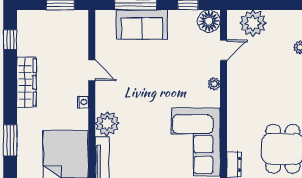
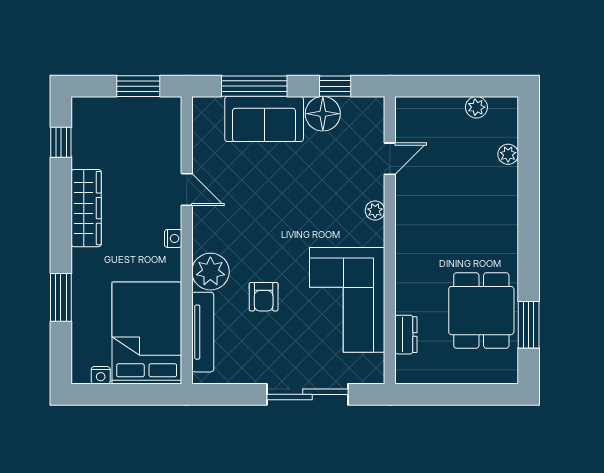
floor lamp: (209, 21) -> (323, 114), moved
plant: (253, 23) -> (476, 107), moved, width x0.53, depth x0.53
armchair: (142, 140) -> (264, 297), added

